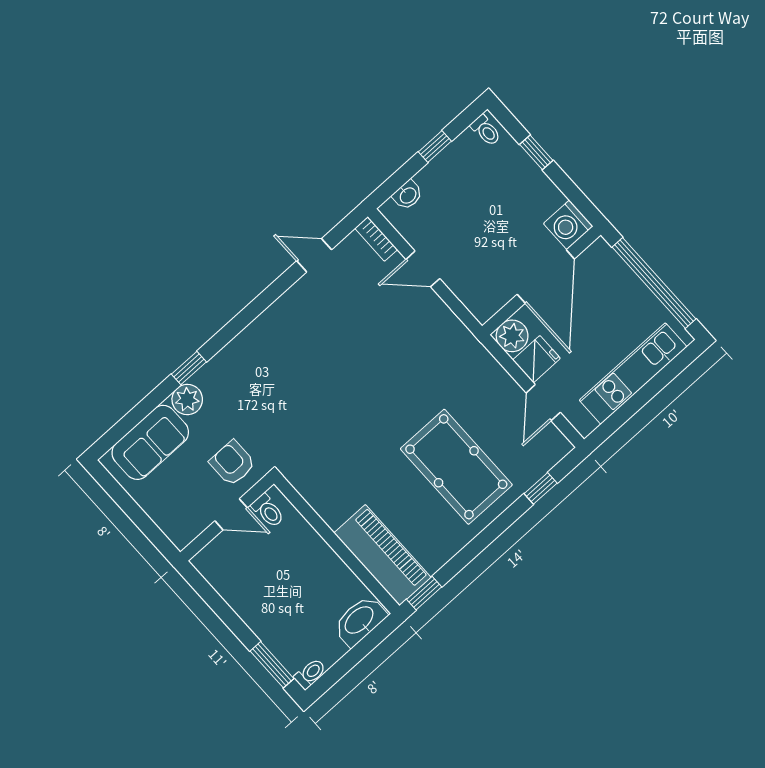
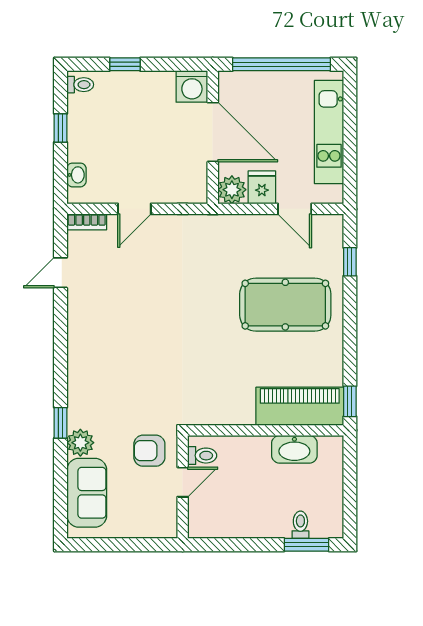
washbasin: (360, 621) -> (294, 449), moved, turned -90
toilet: (310, 674) -> (300, 525), moved

